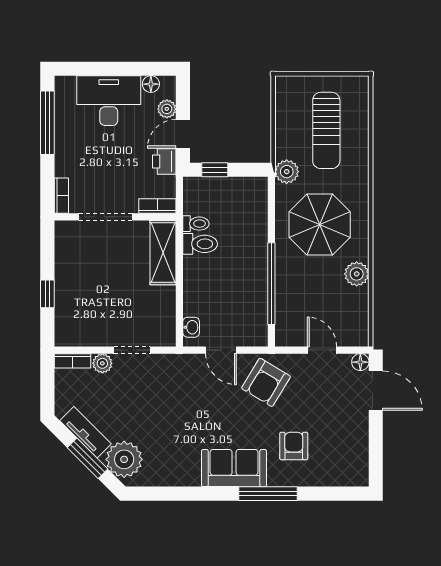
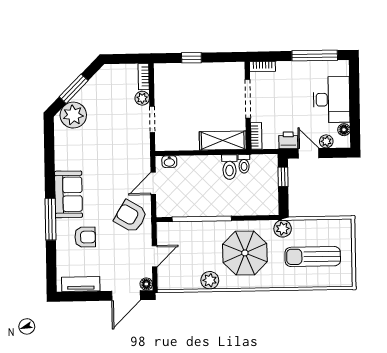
tv unit: (86, 432) -> (81, 284), moved, turned -135

